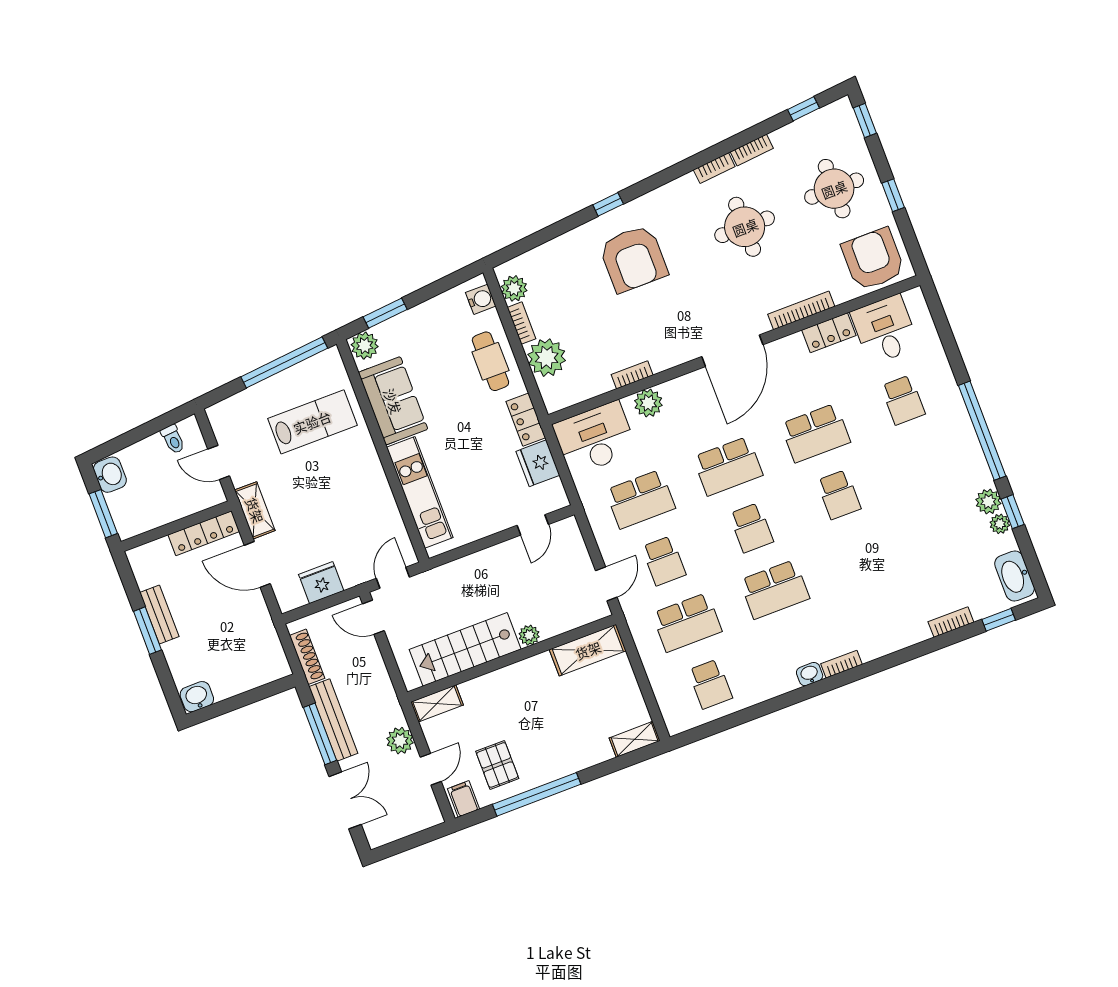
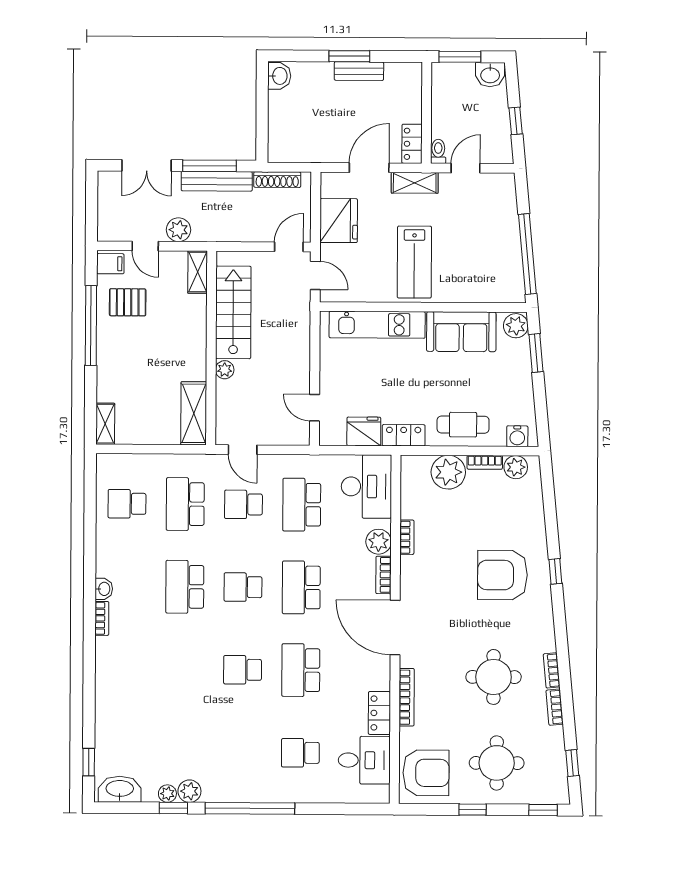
lab bench: (312, 422) -> (414, 262), moved
window: (148, 429) -> (516, 121), added
toilet: (173, 439) -> (438, 151), moved, turned 95
locker: (204, 533) -> (412, 144), width x0.66
fridge: (321, 583) -> (339, 221), width x1.36, depth x1.34
bookcase: (951, 622) -> (383, 575), moved, turned 180

